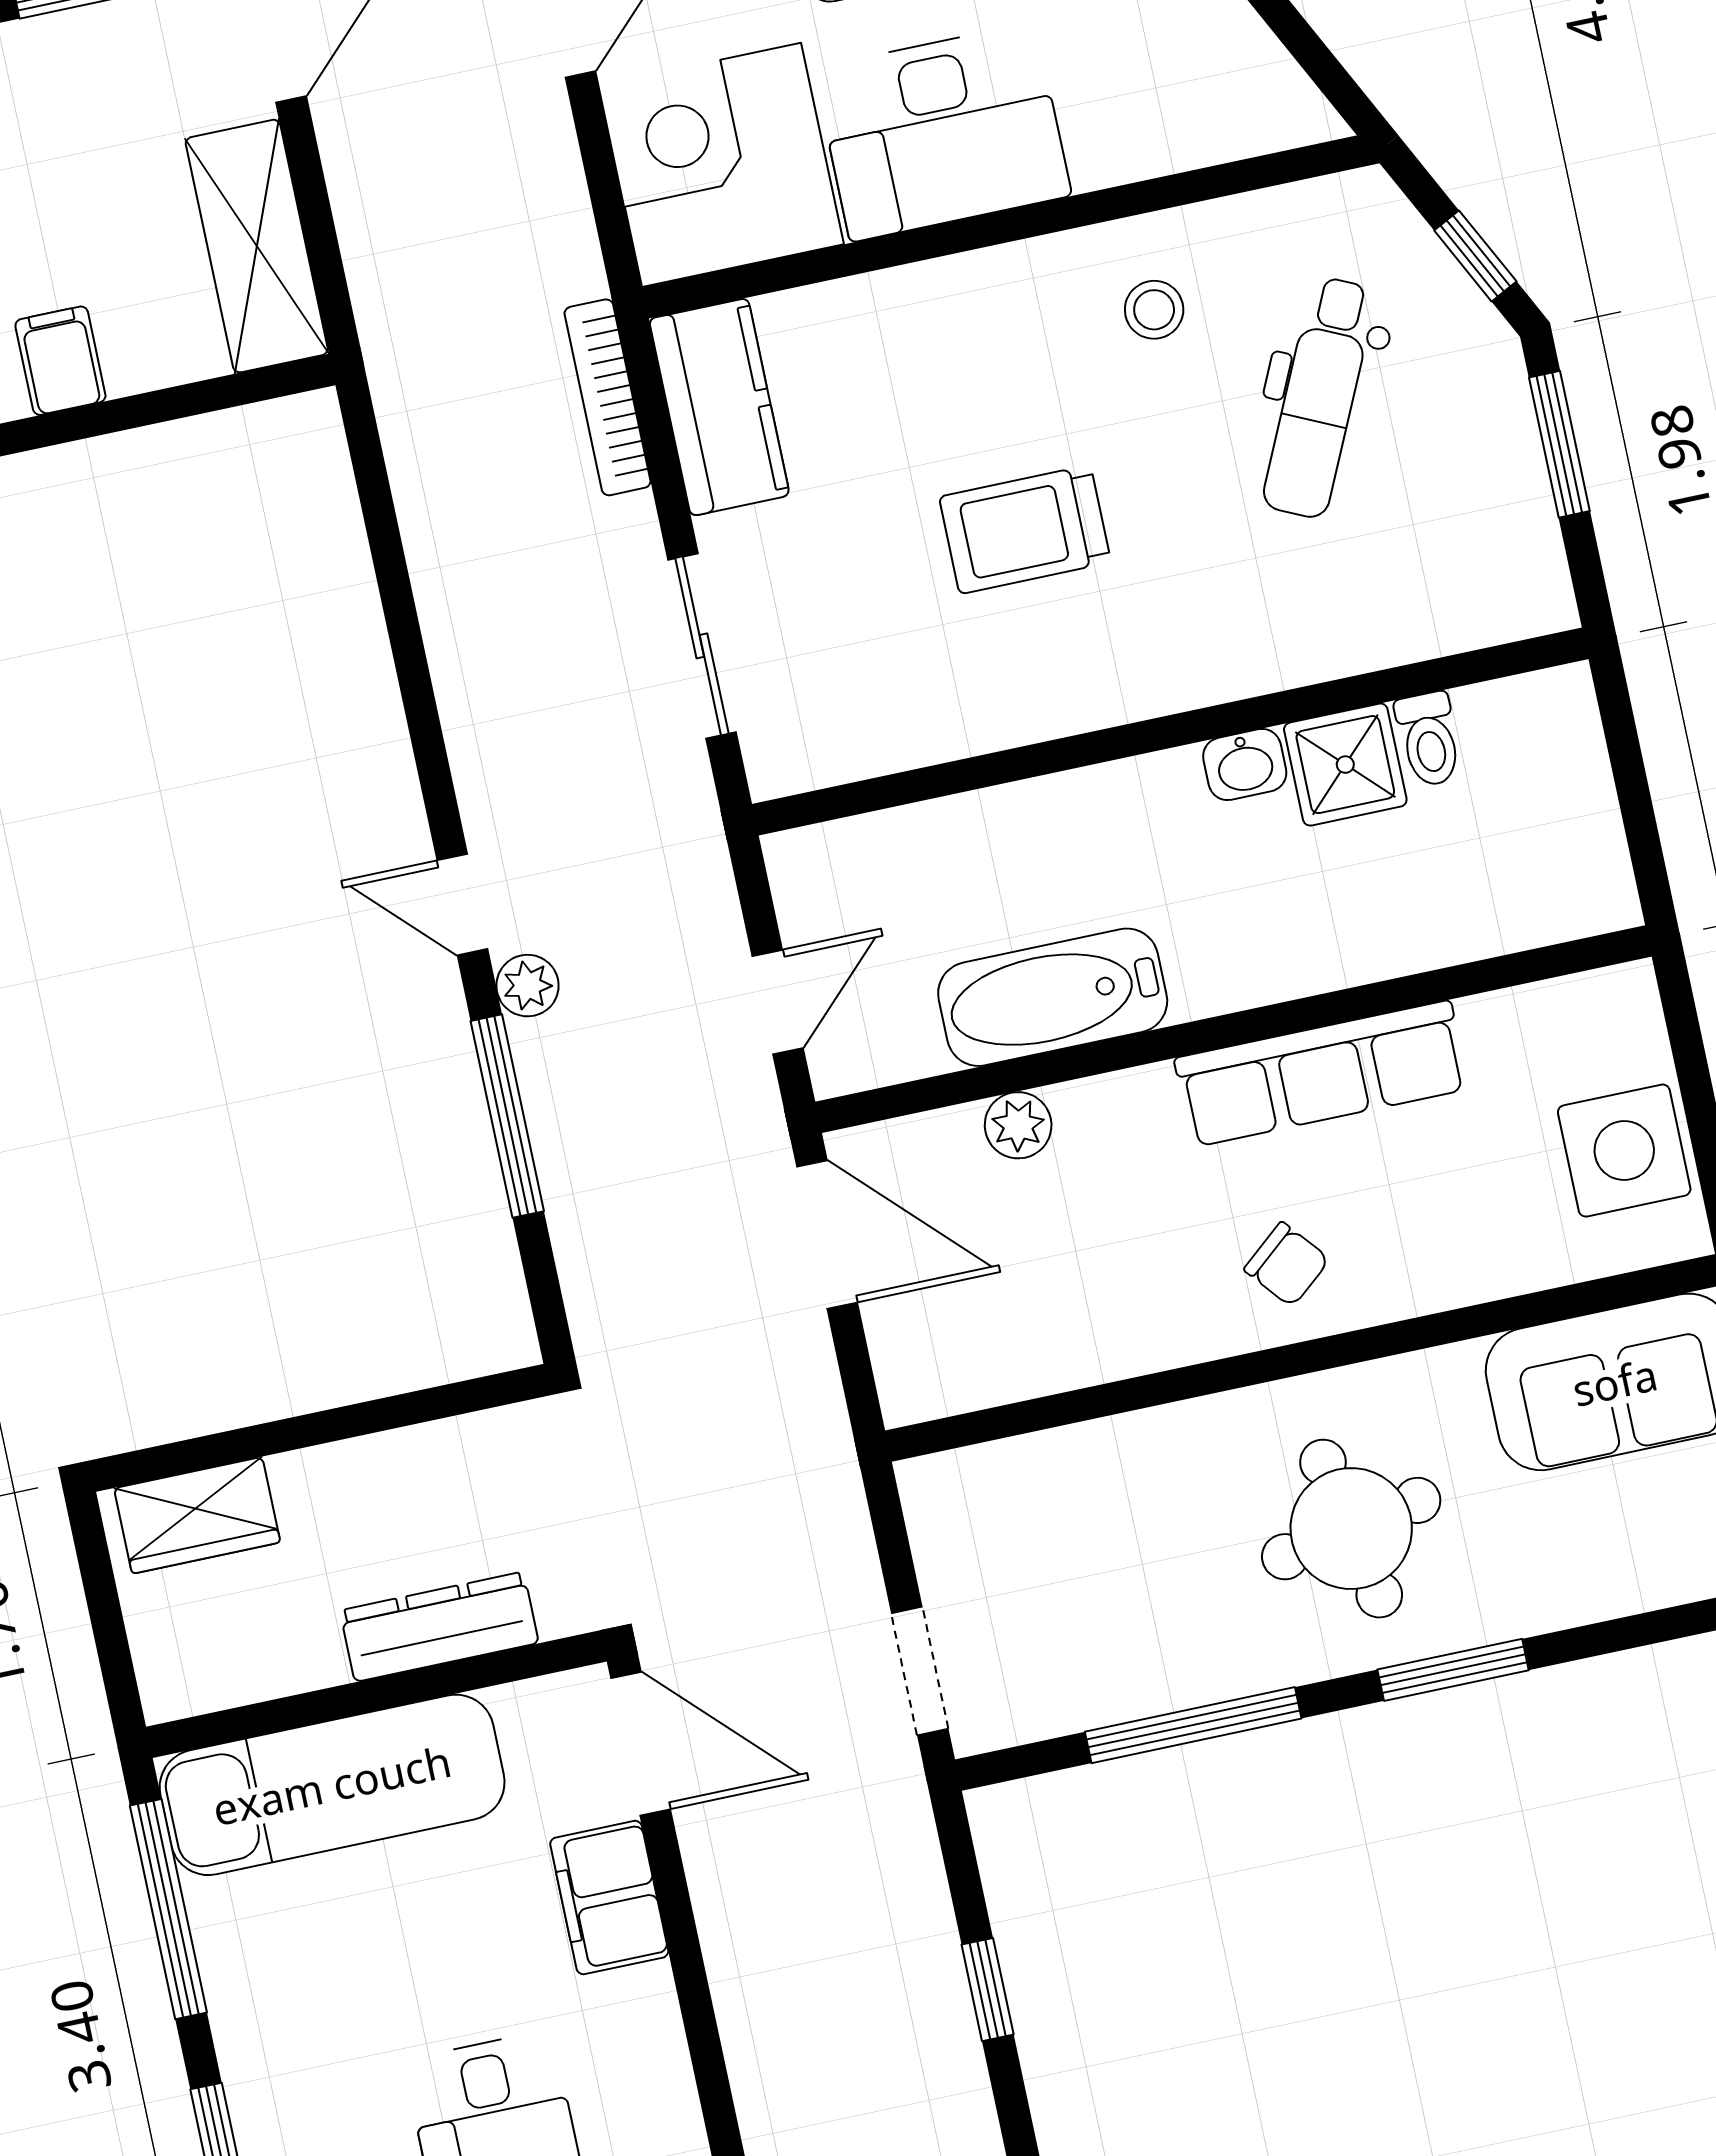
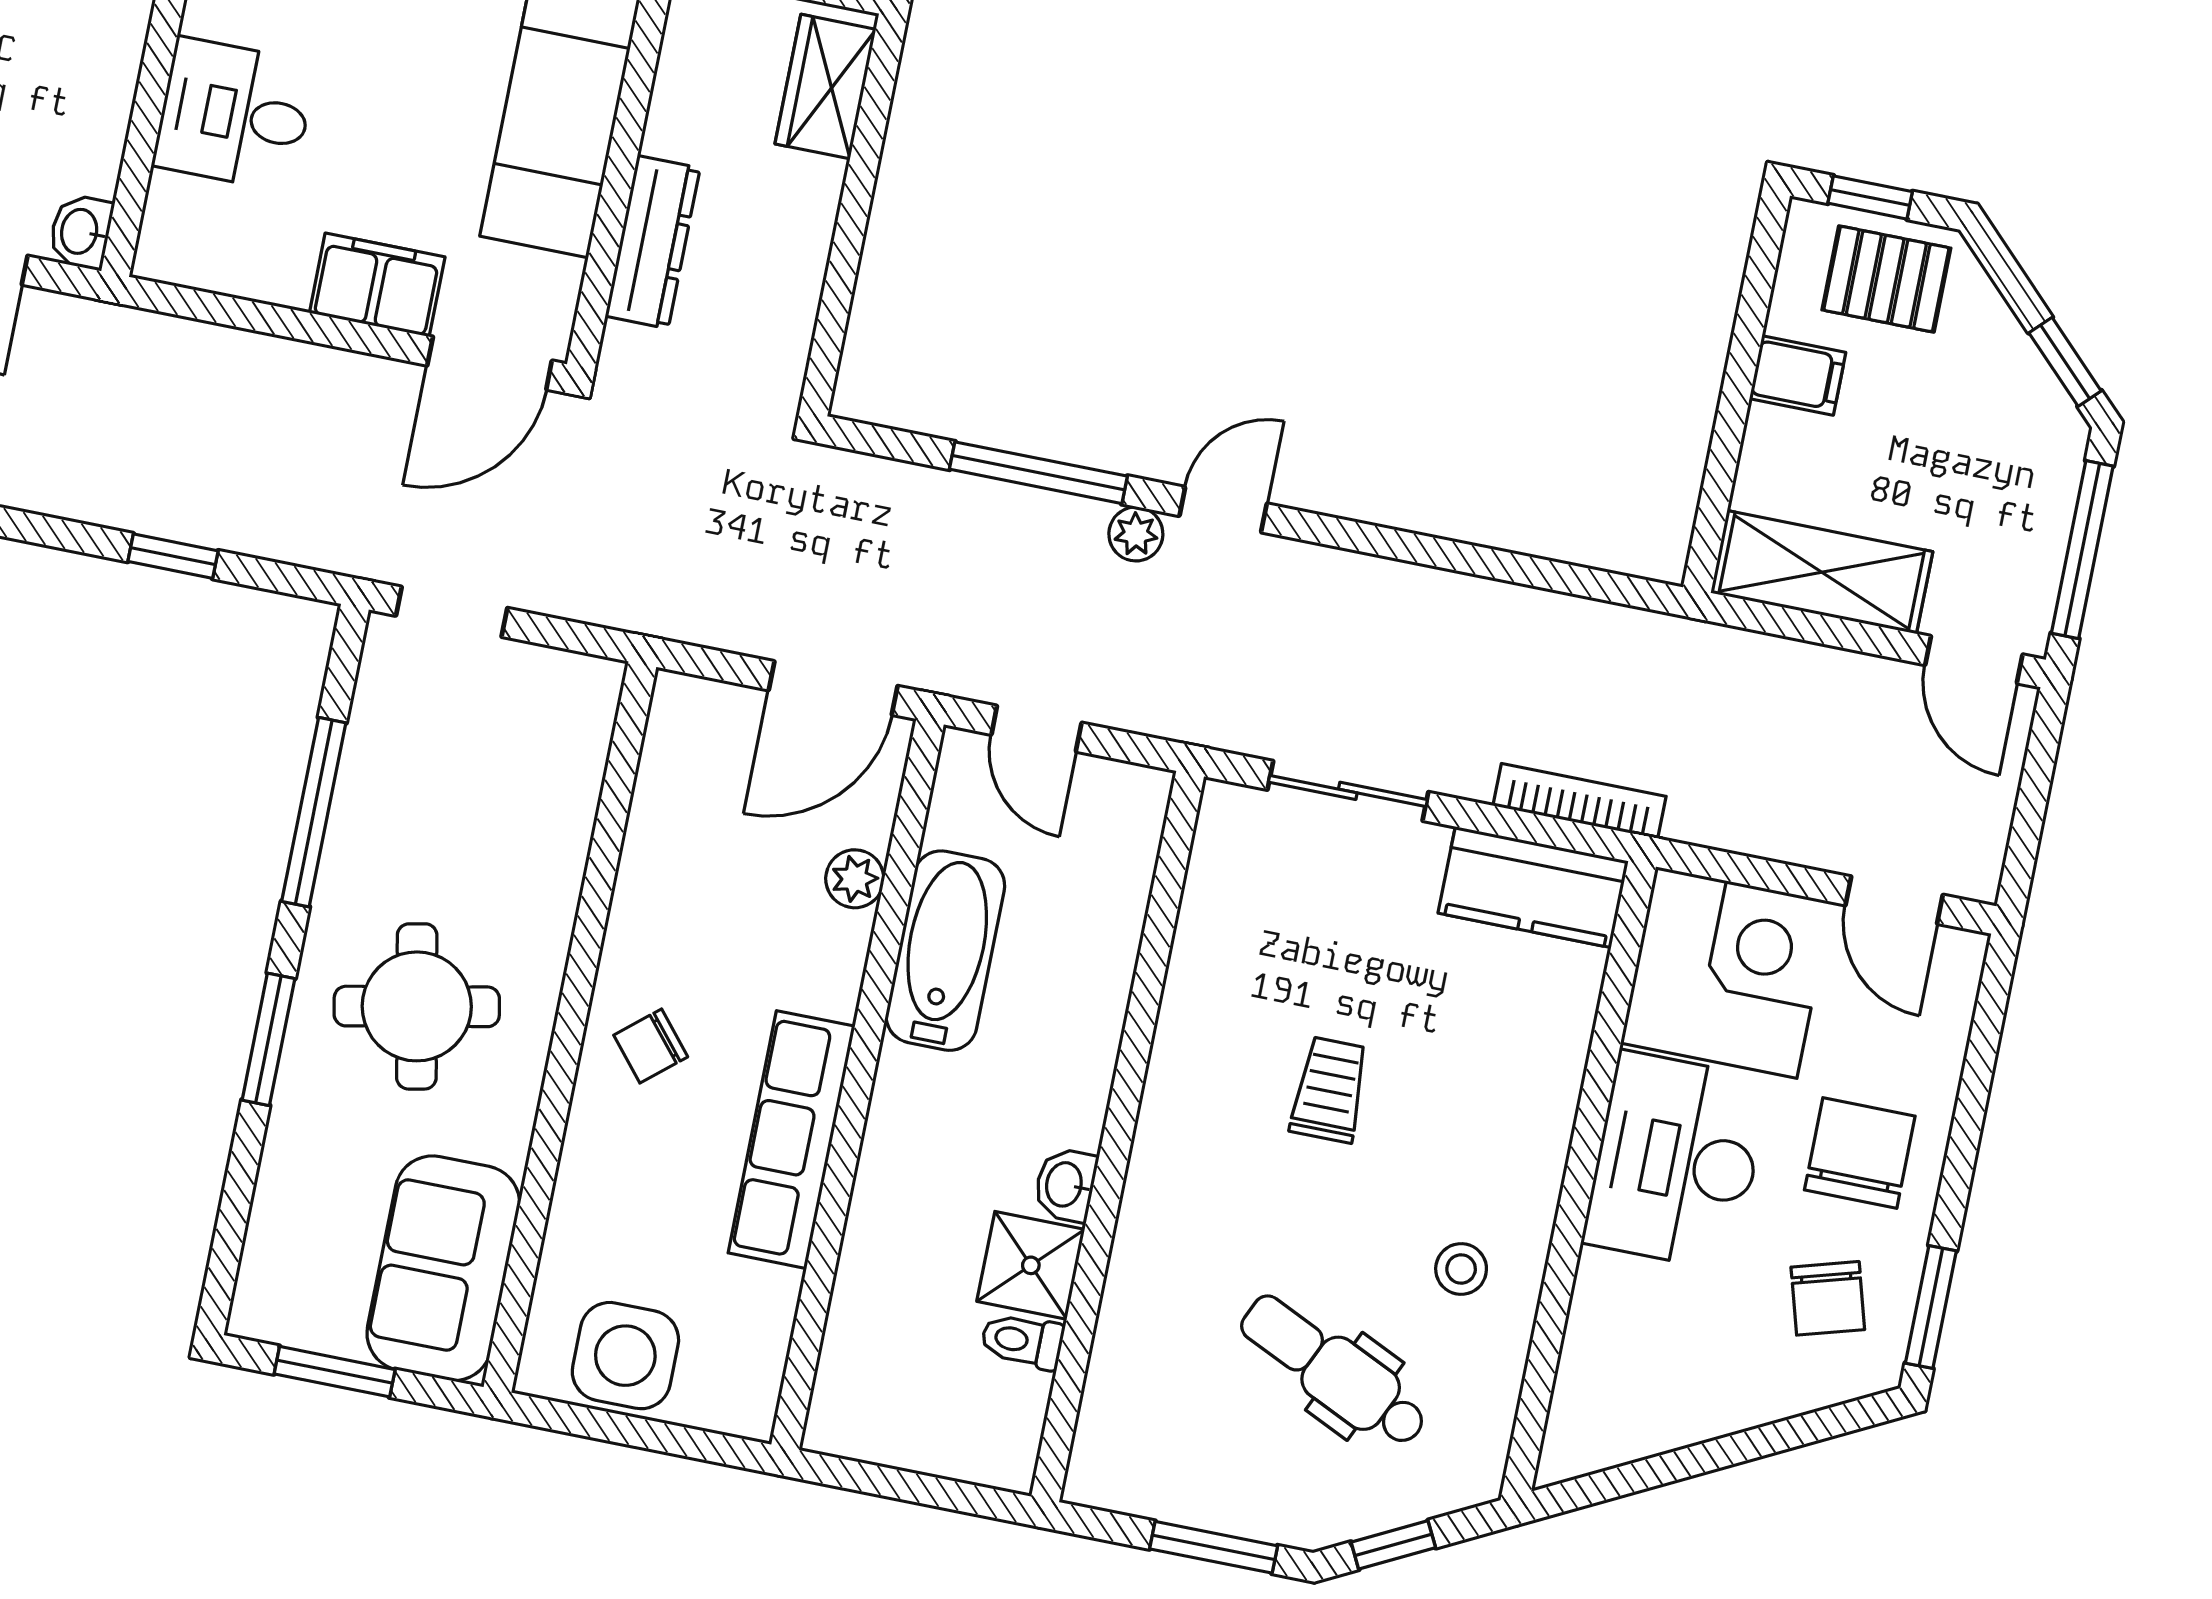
trolley: (1025, 530) -> (1330, 1090), width x0.73, depth x0.72

